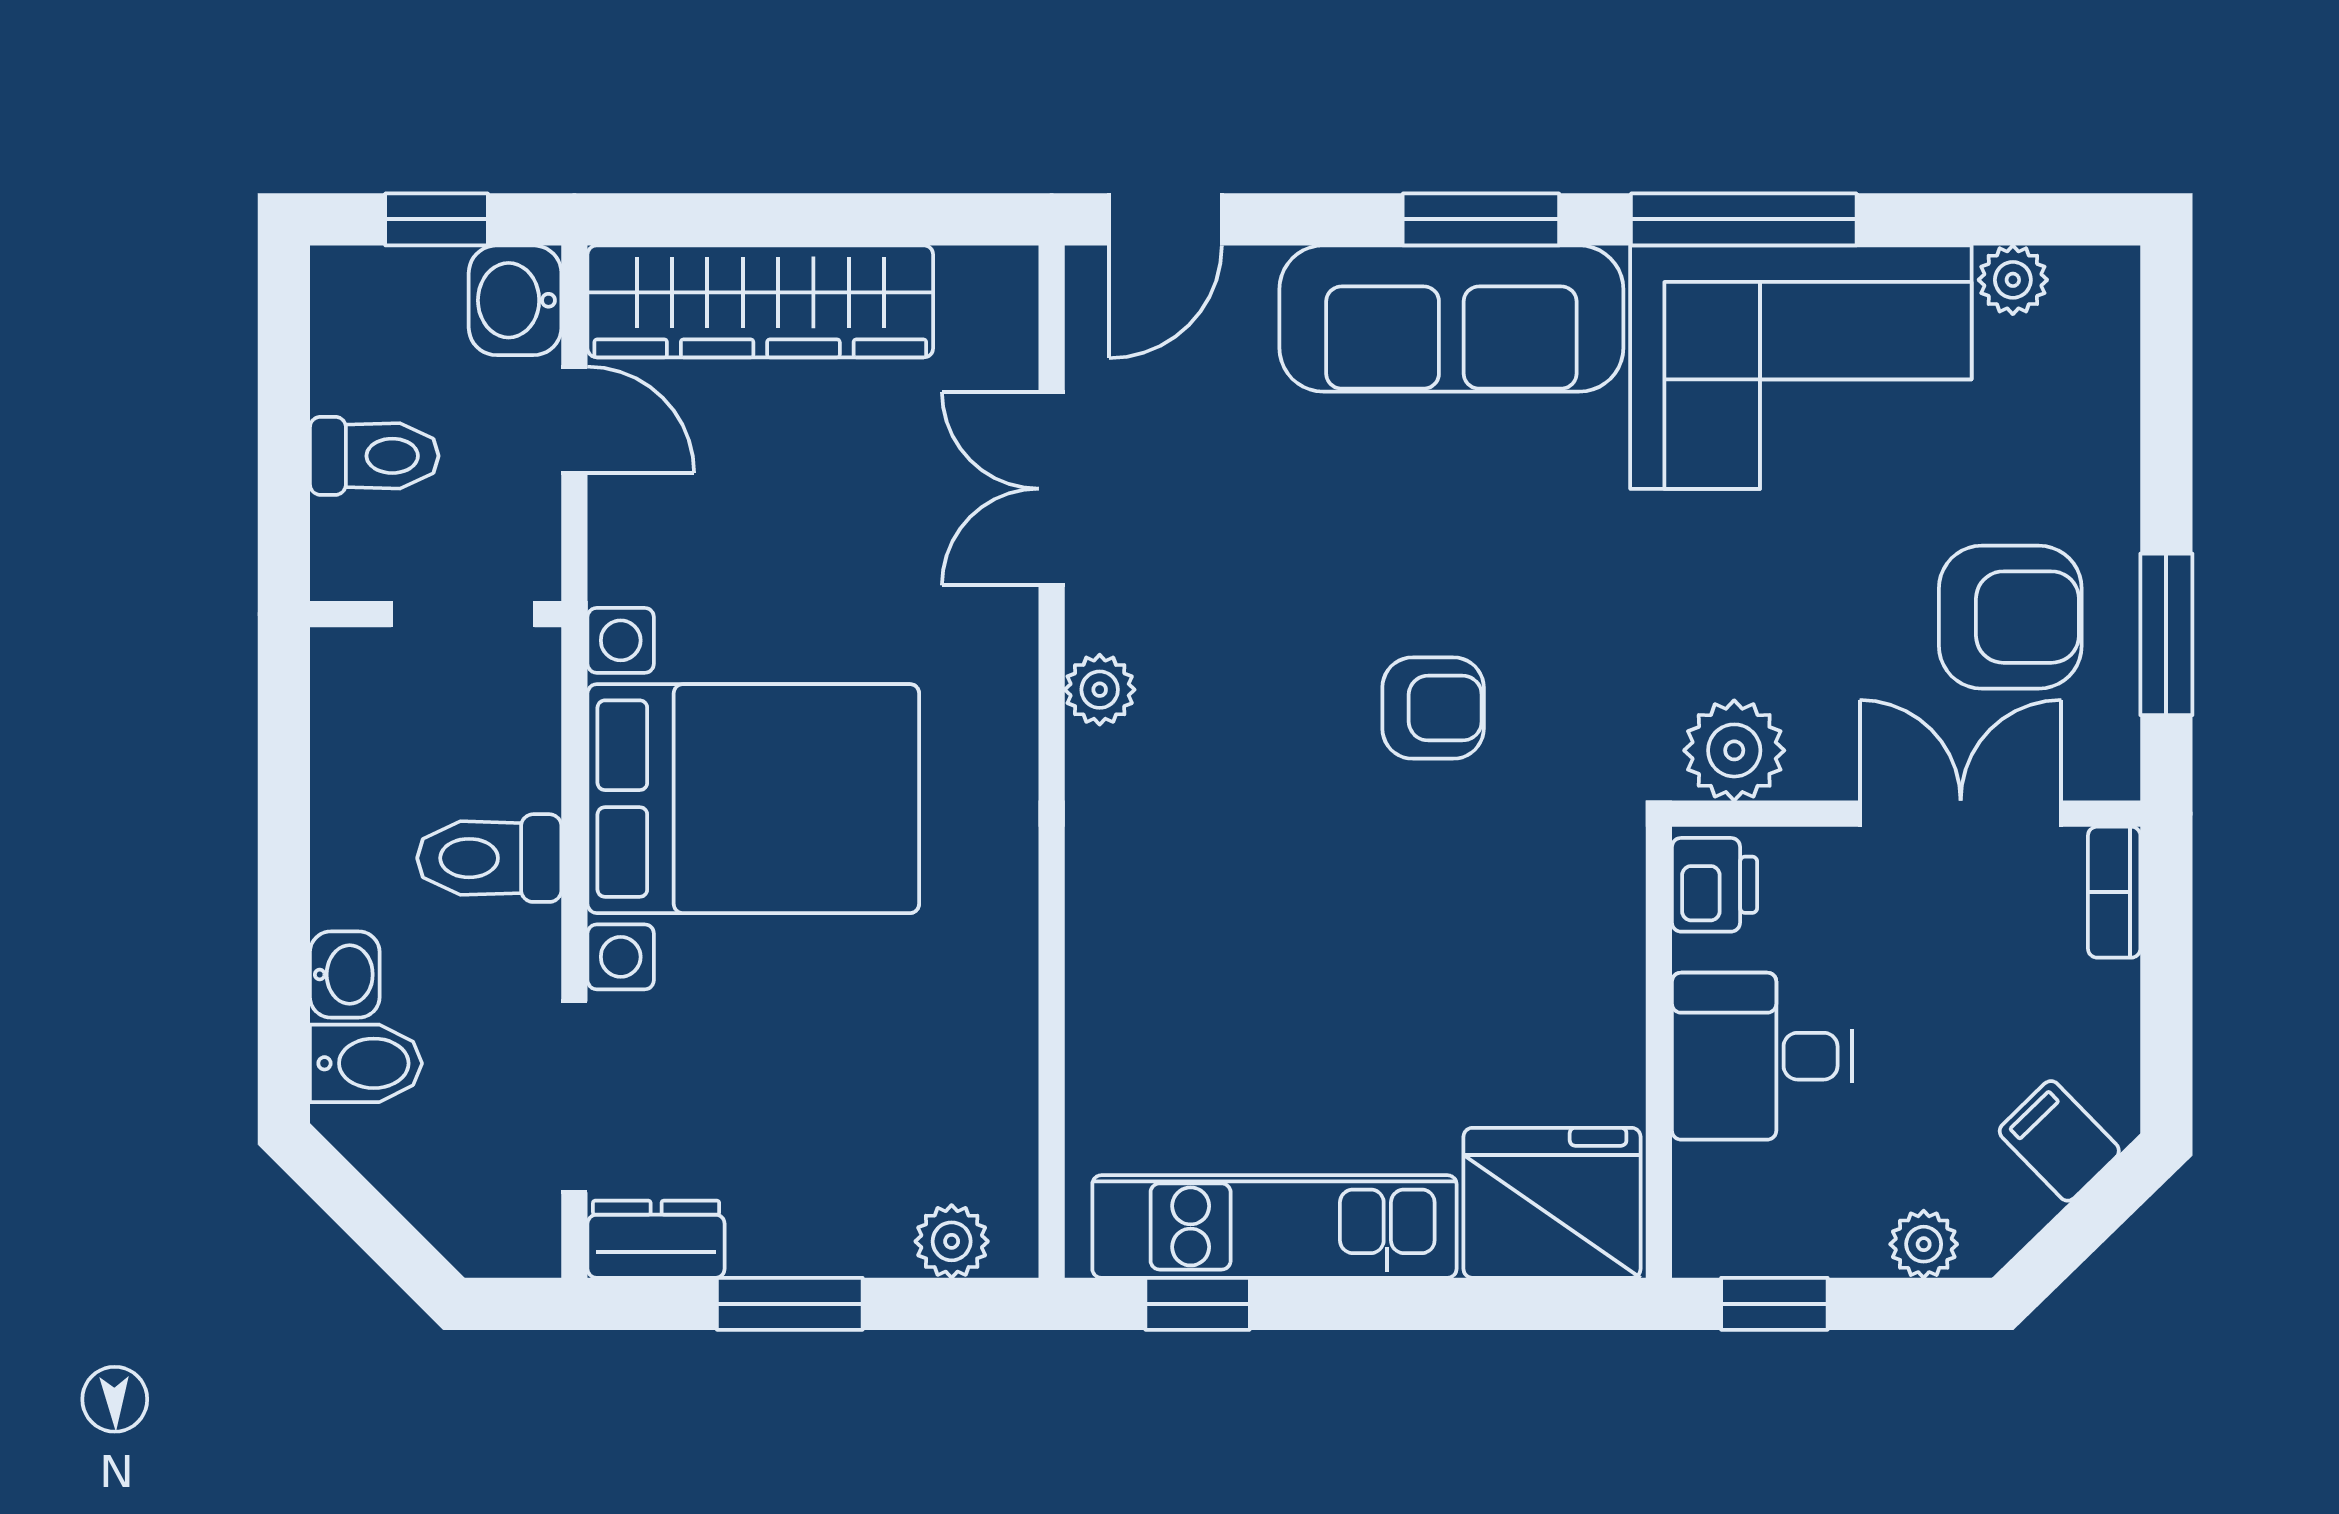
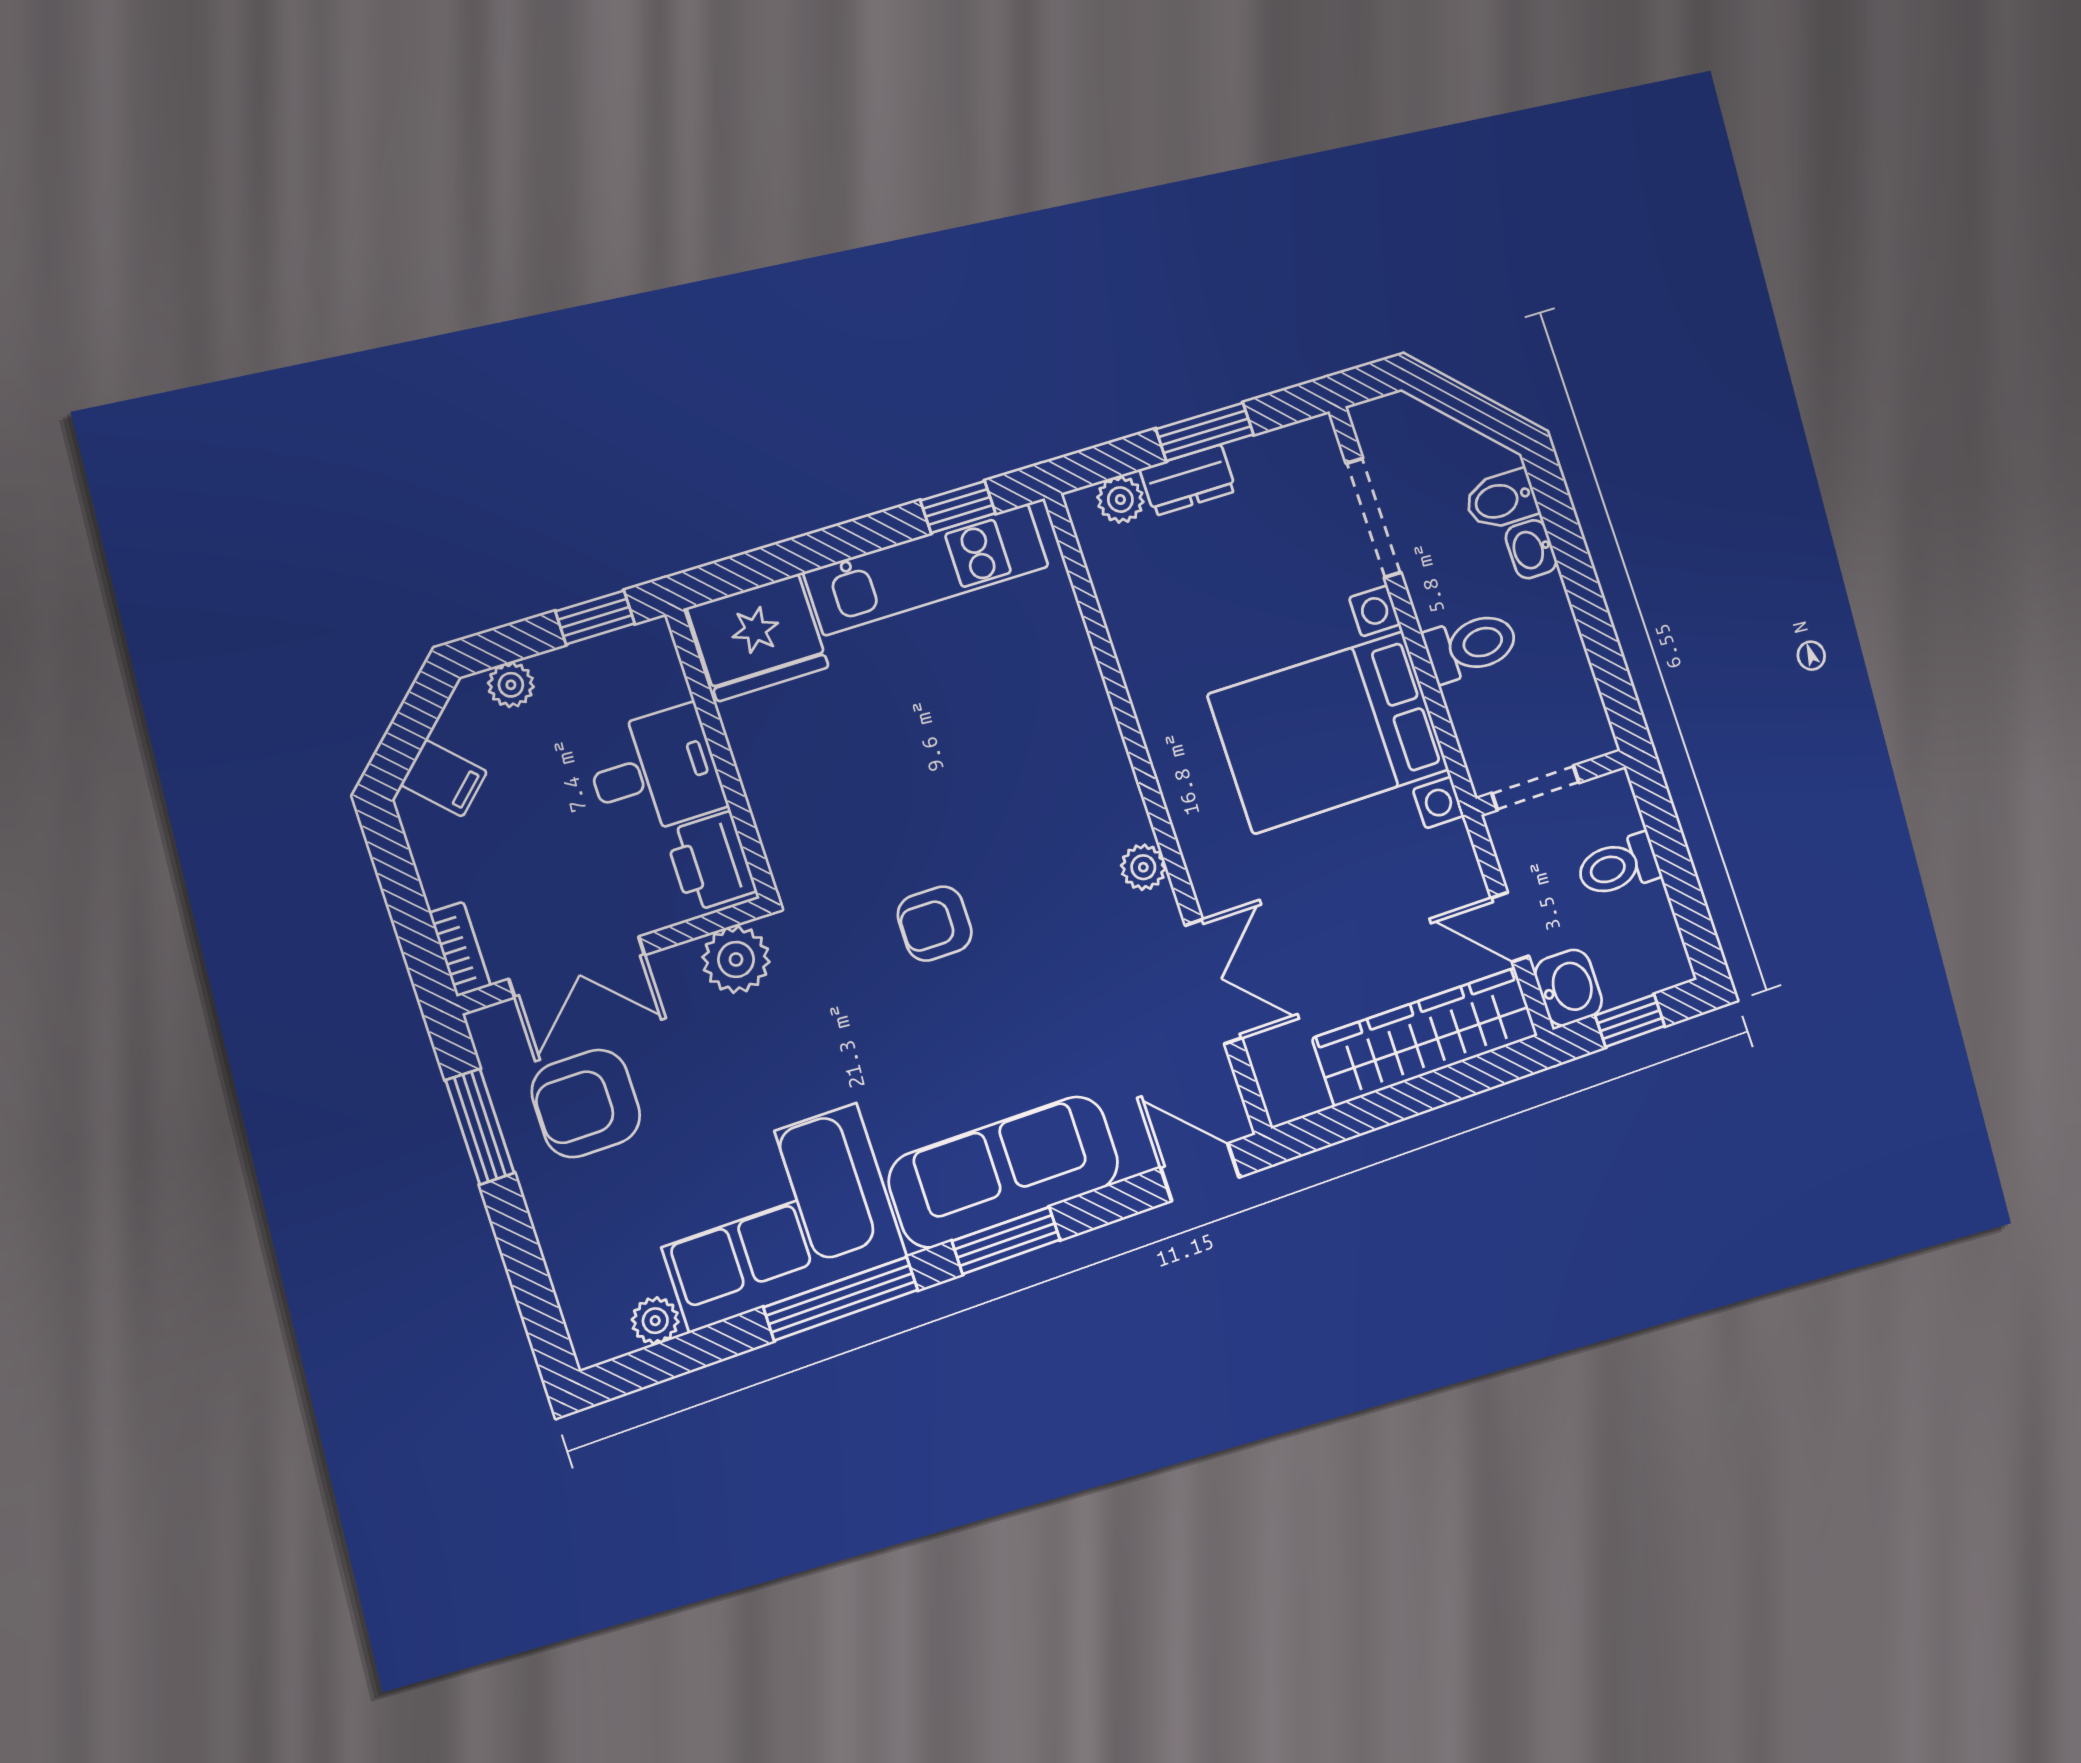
door: (1166, 219) -> (1200, 1172), hinge flipped
printer: (1715, 885) -> (711, 862), width x1.36, depth x1.24
dresser: (656, 1239) -> (1188, 480), moved

